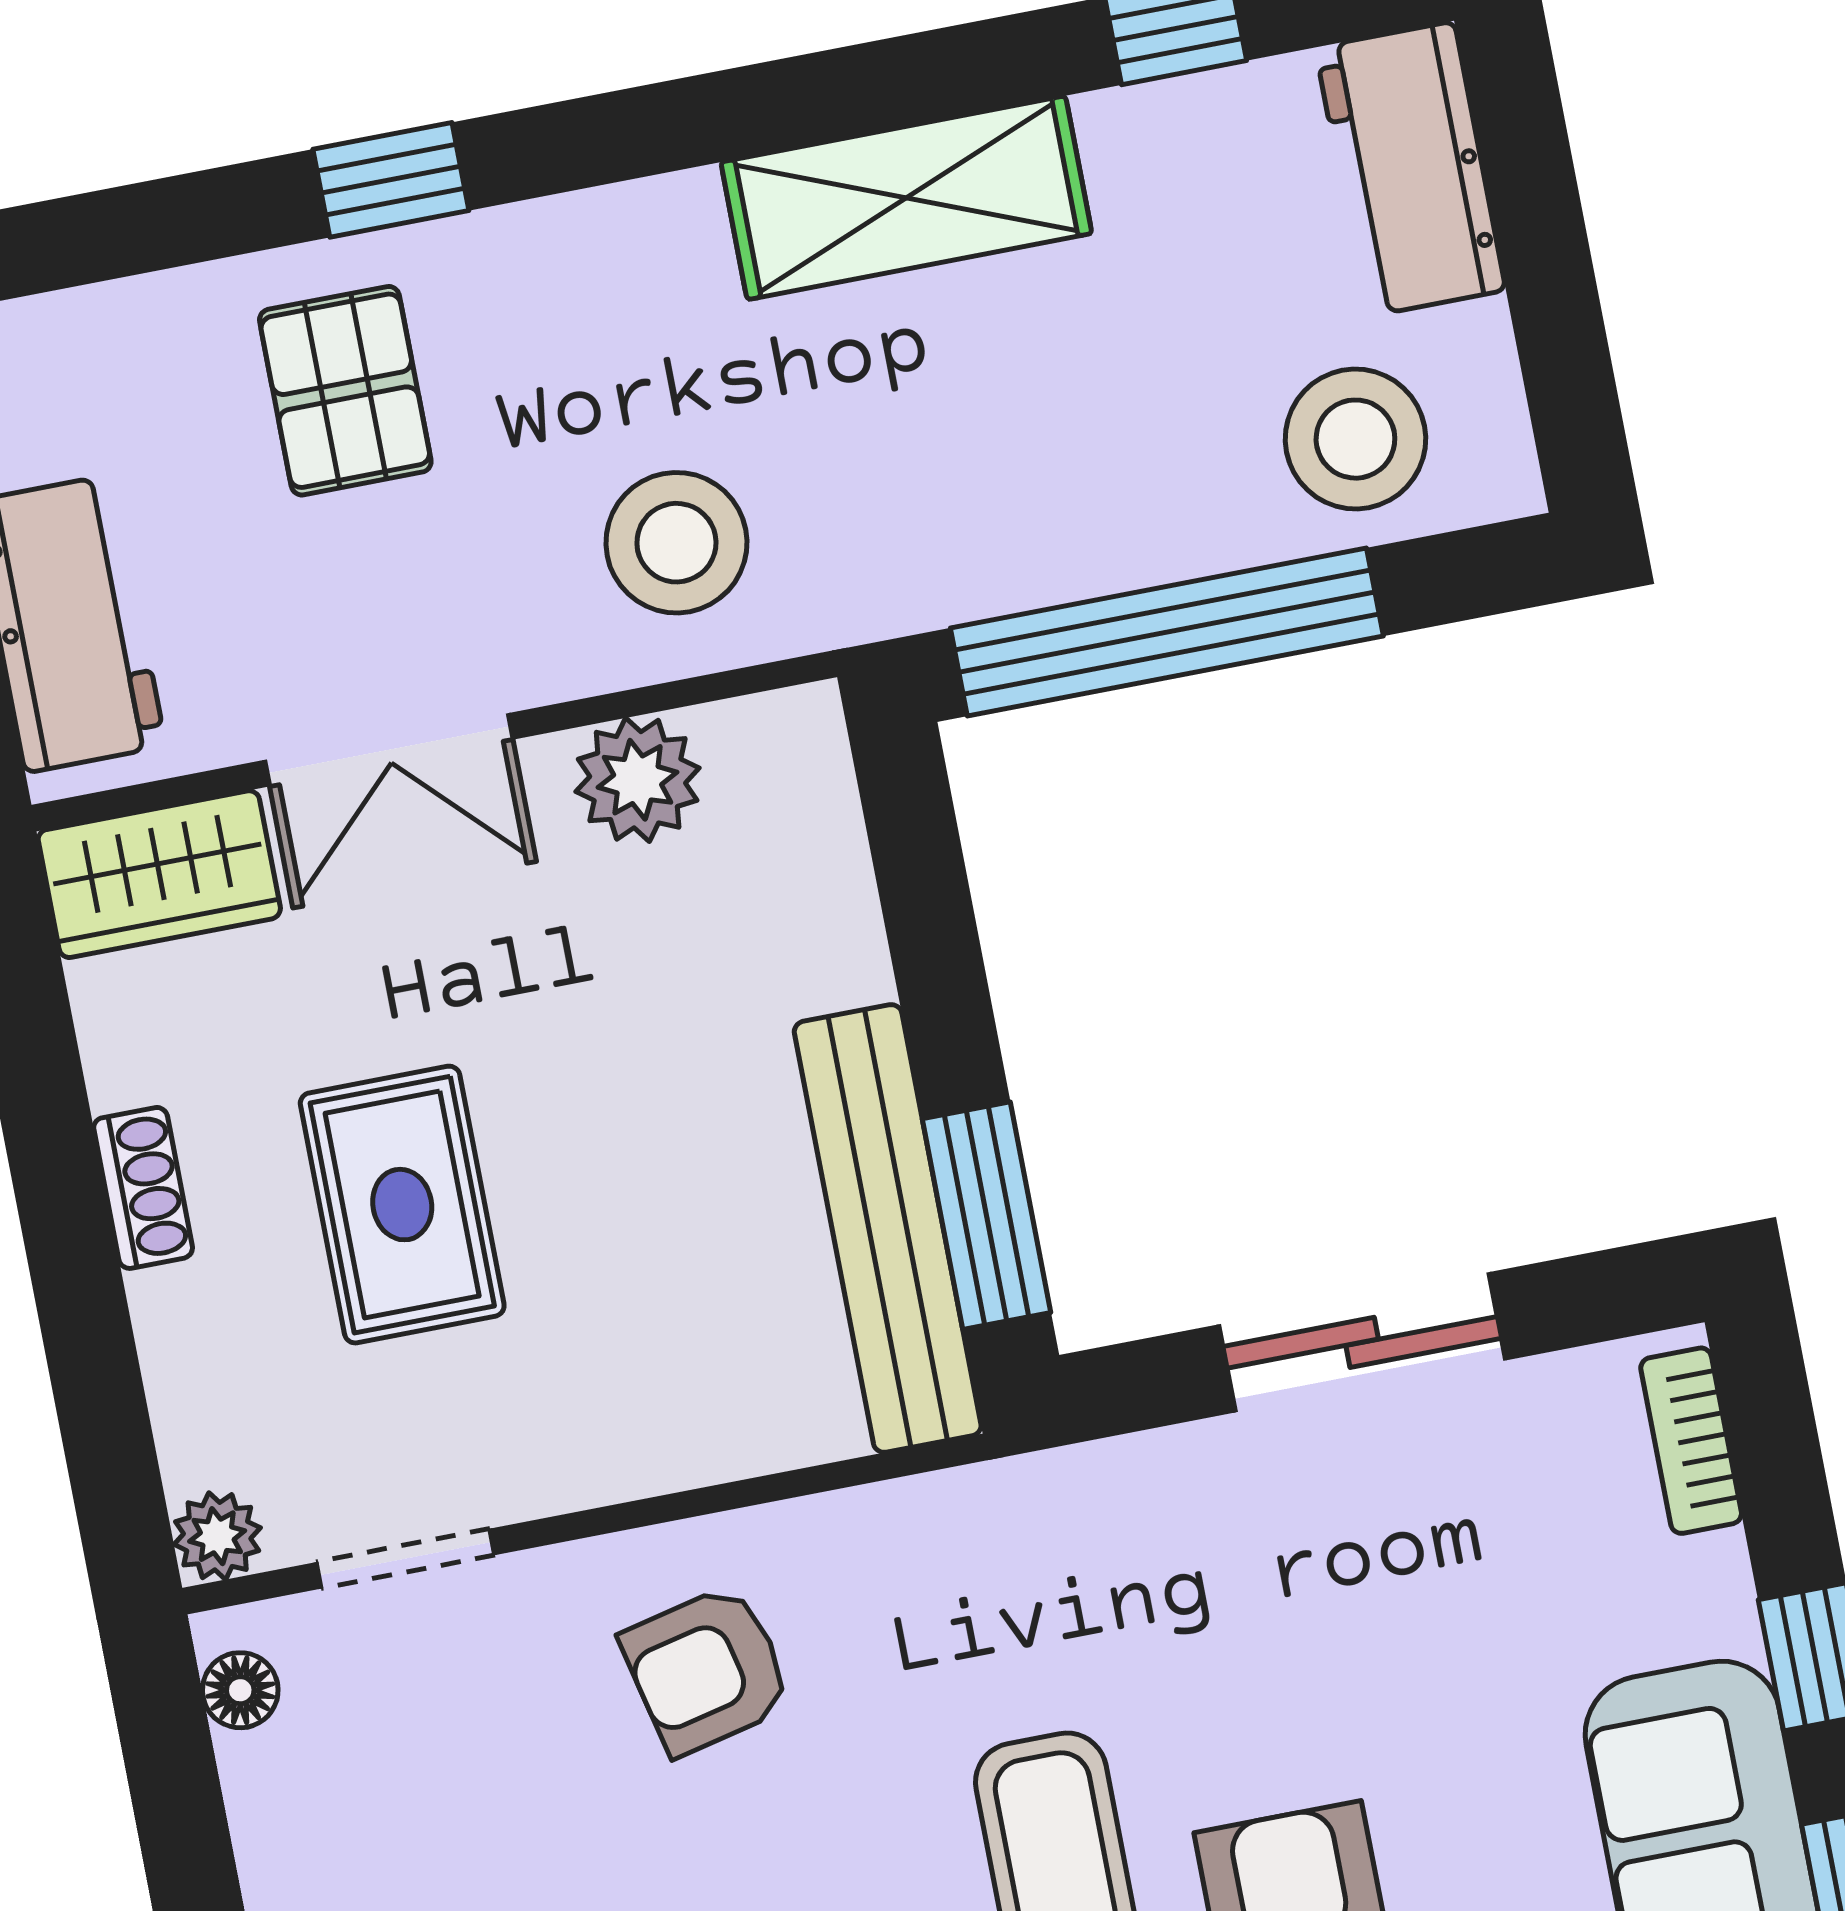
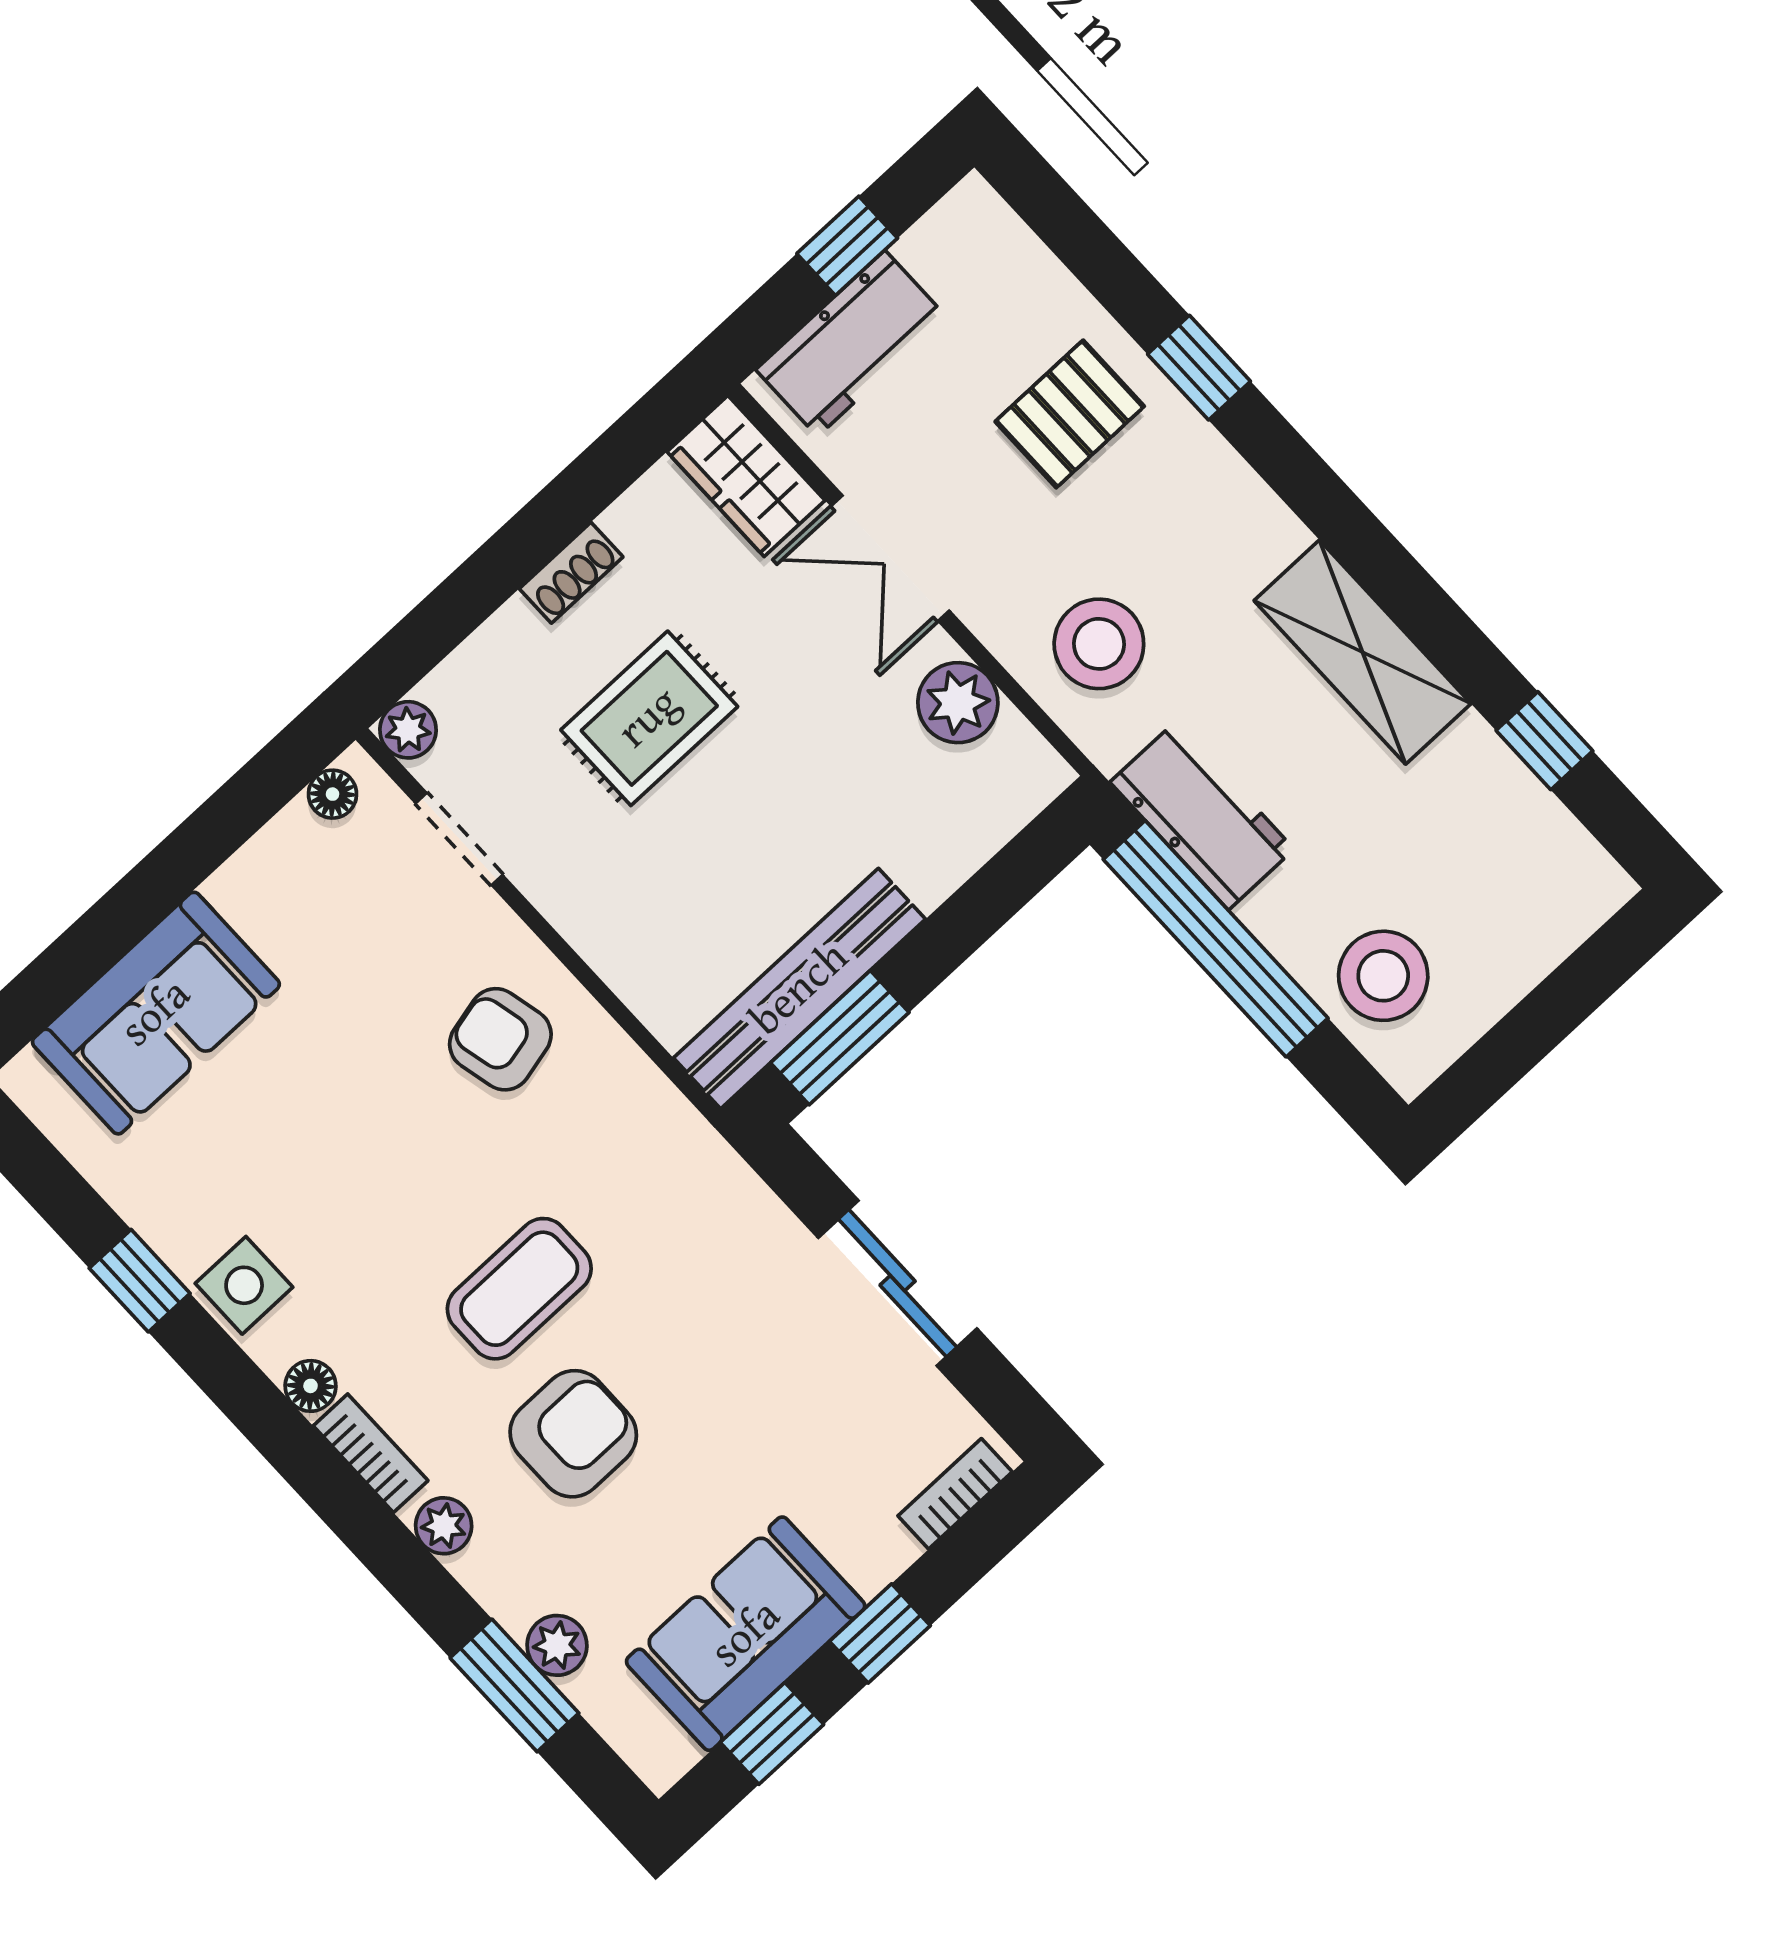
workbench: (1410, 169) -> (1202, 816), moved, turned 90

